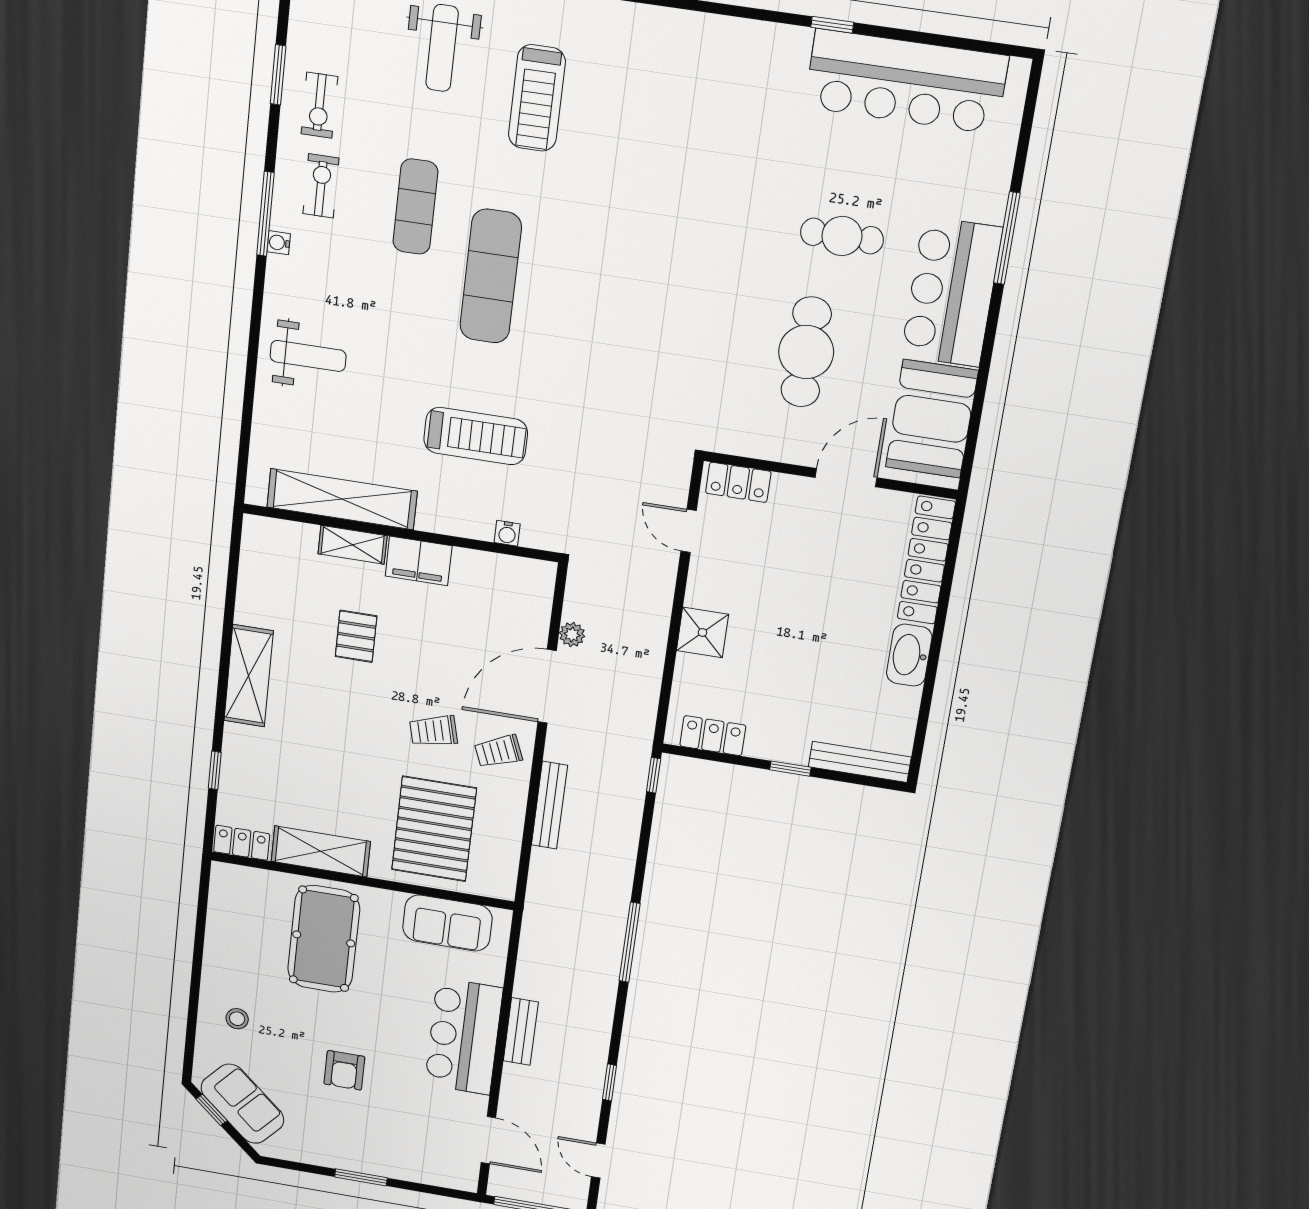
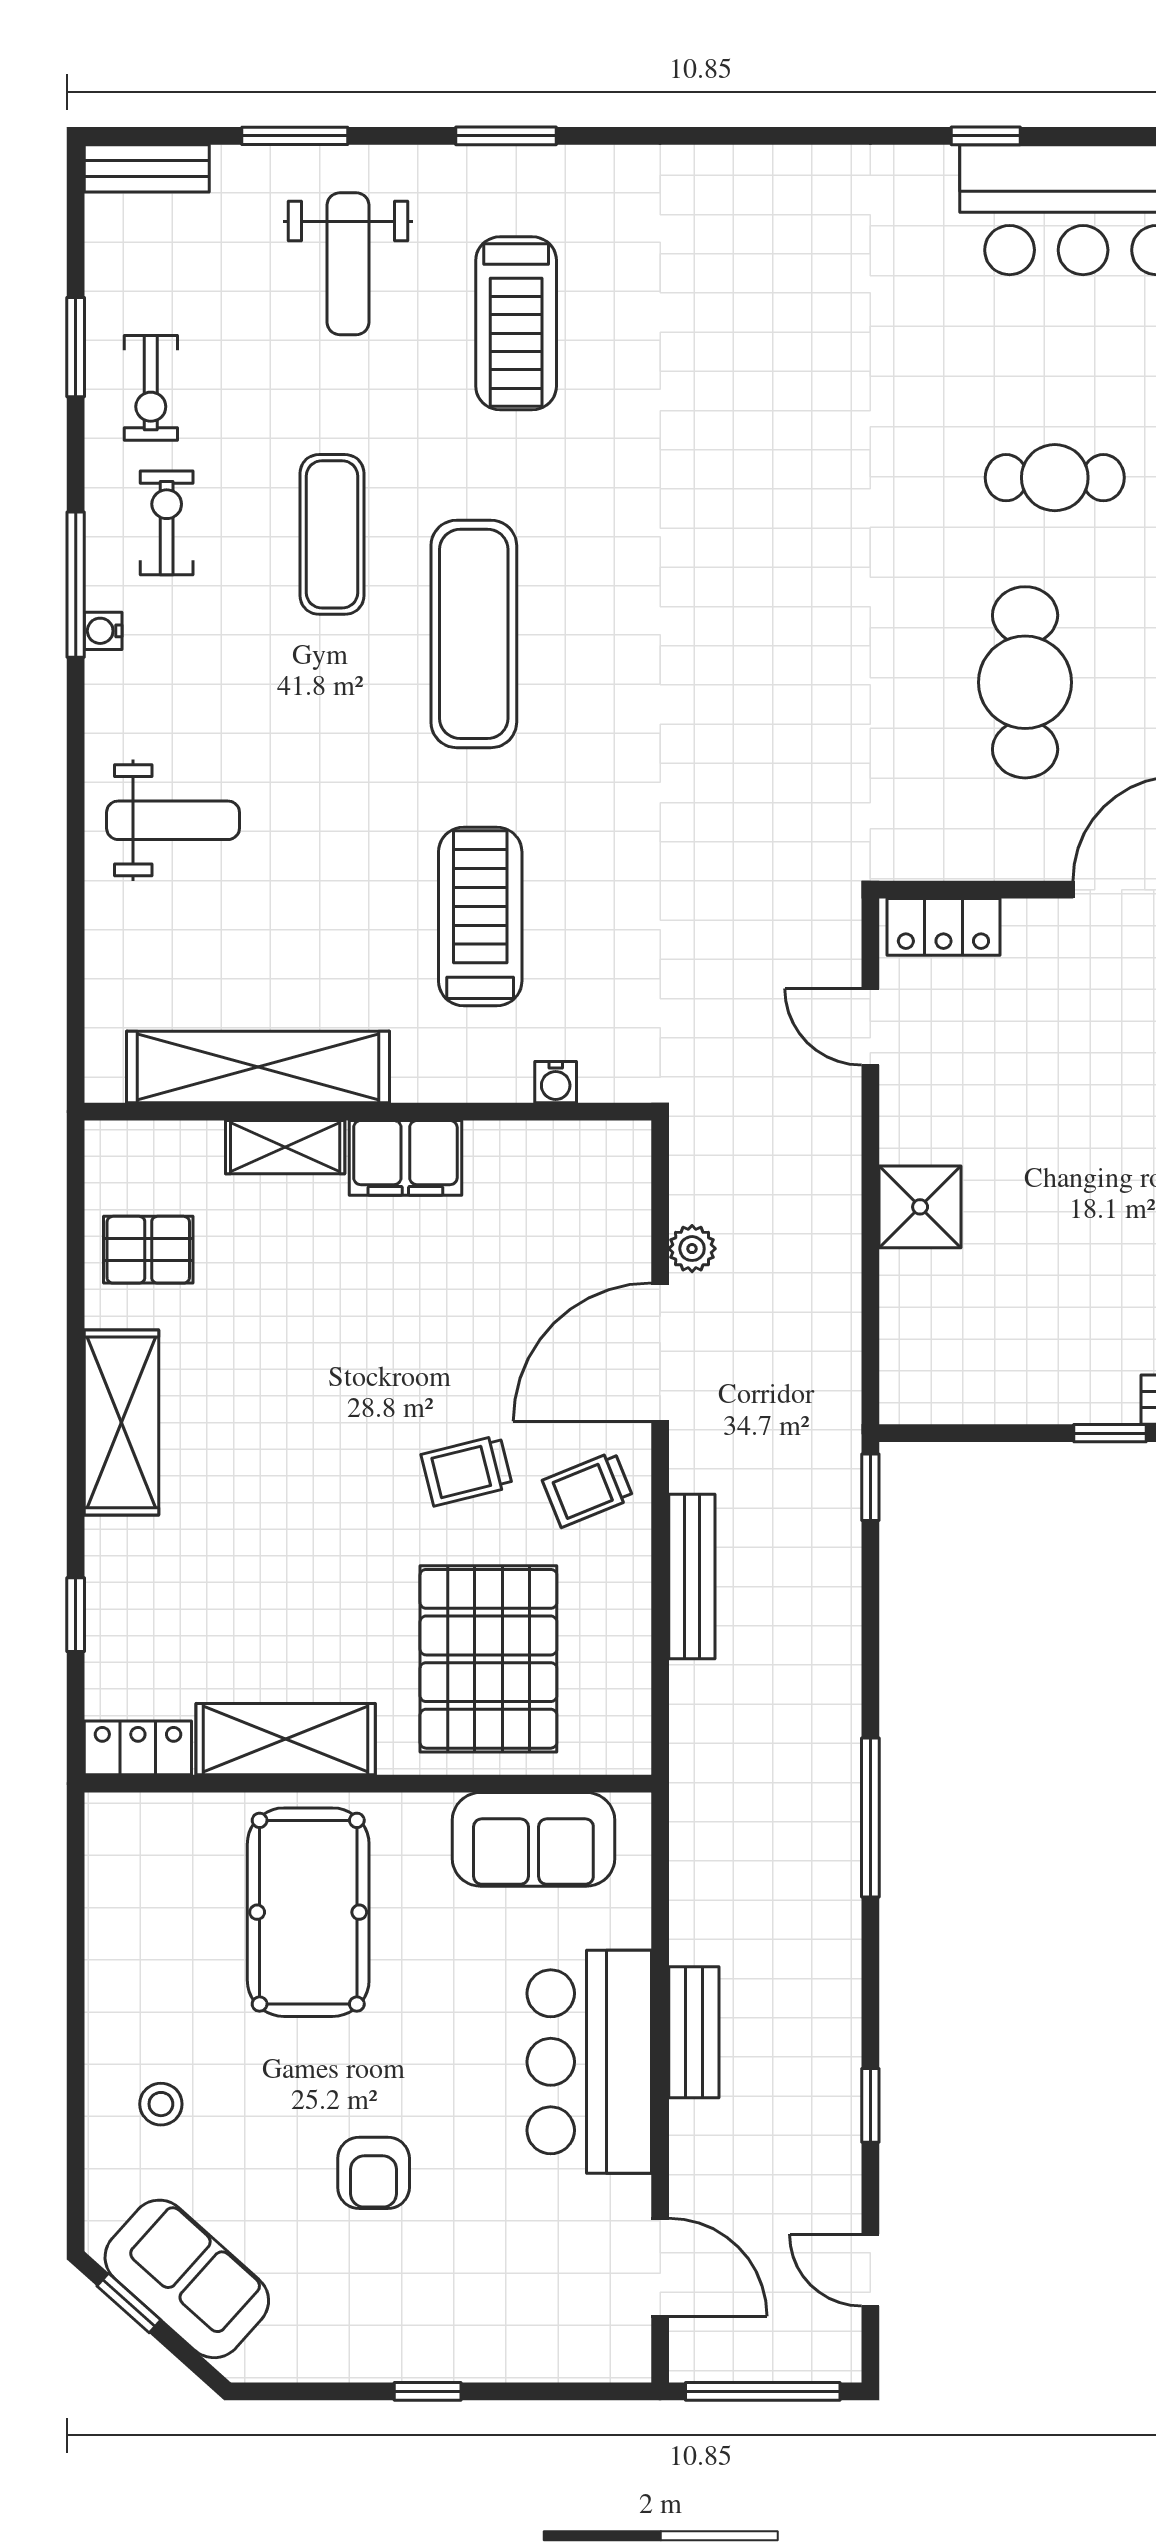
treadmill: (476, 436) -> (480, 916), turned -90
pallet: (356, 636) -> (148, 1250), moved, turned 90
locker: (713, 736) -> (965, 1395), removed
window: (361, 1177) -> (428, 2391), width x0.67

